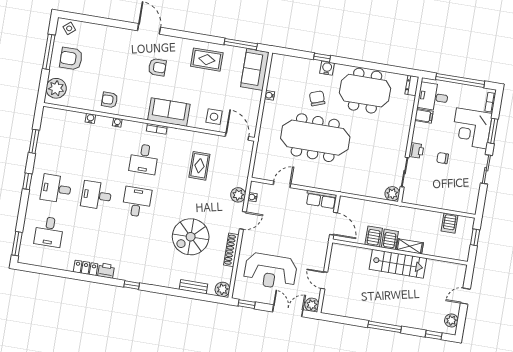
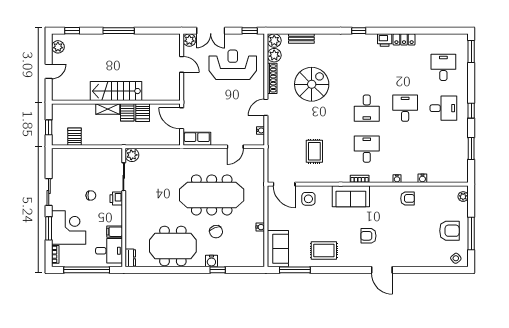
plant: (56, 88) -> (463, 197), width x0.53, depth x0.53
desk: (96, 195) -> (405, 108), turned -90
plant: (238, 195) -> (274, 55), moved

